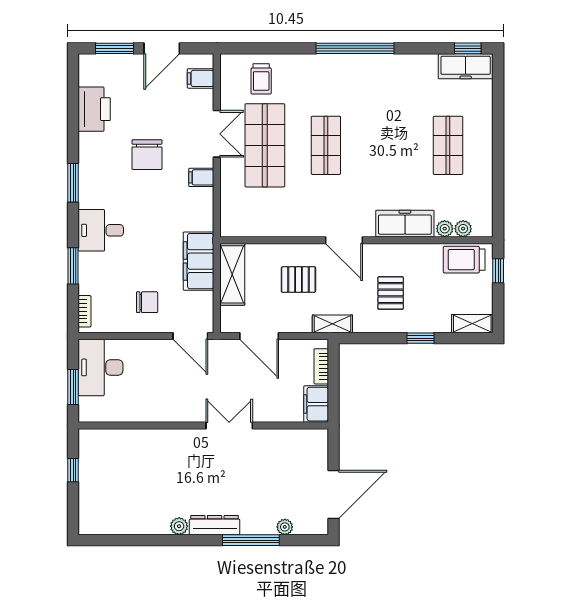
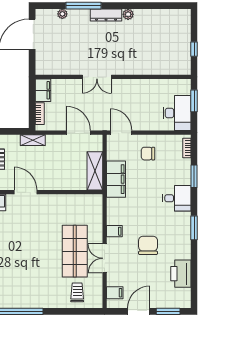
shop shelf: (326, 145) -> (37, 251), removed
pallet: (298, 280) -> (54, 168), removed

